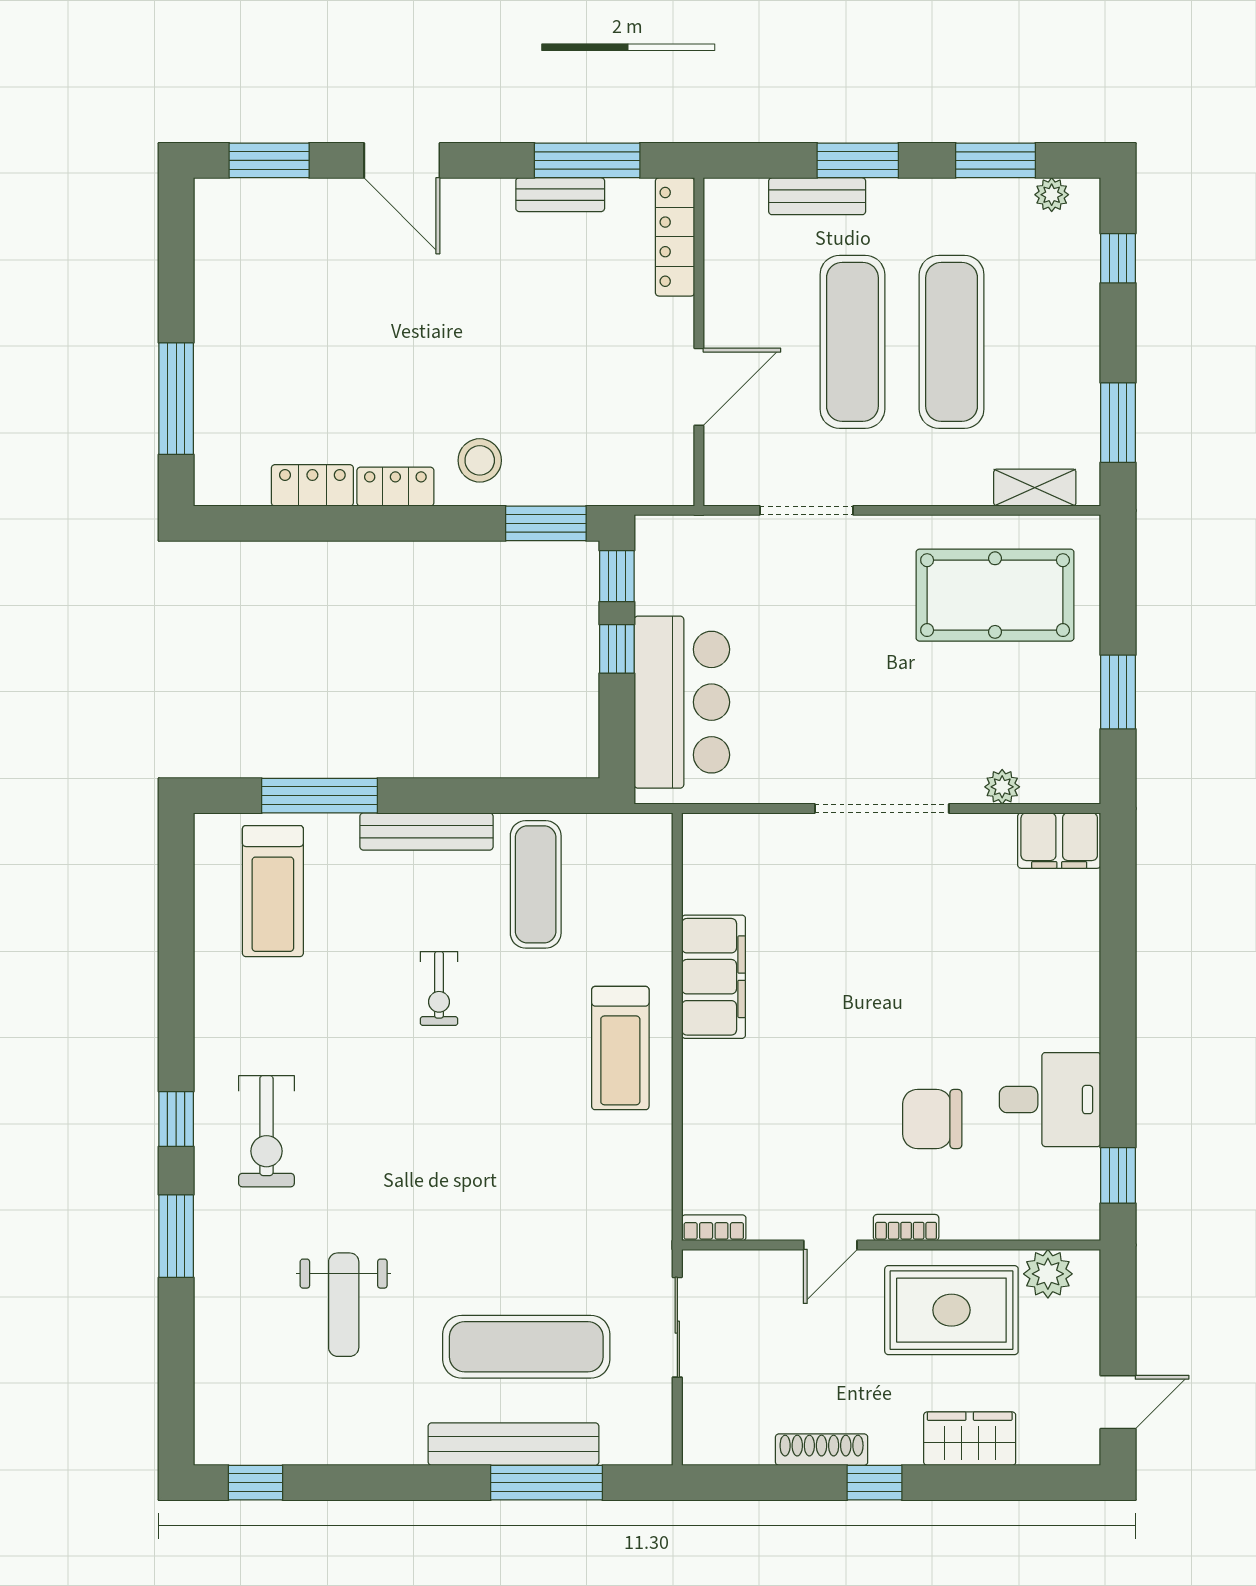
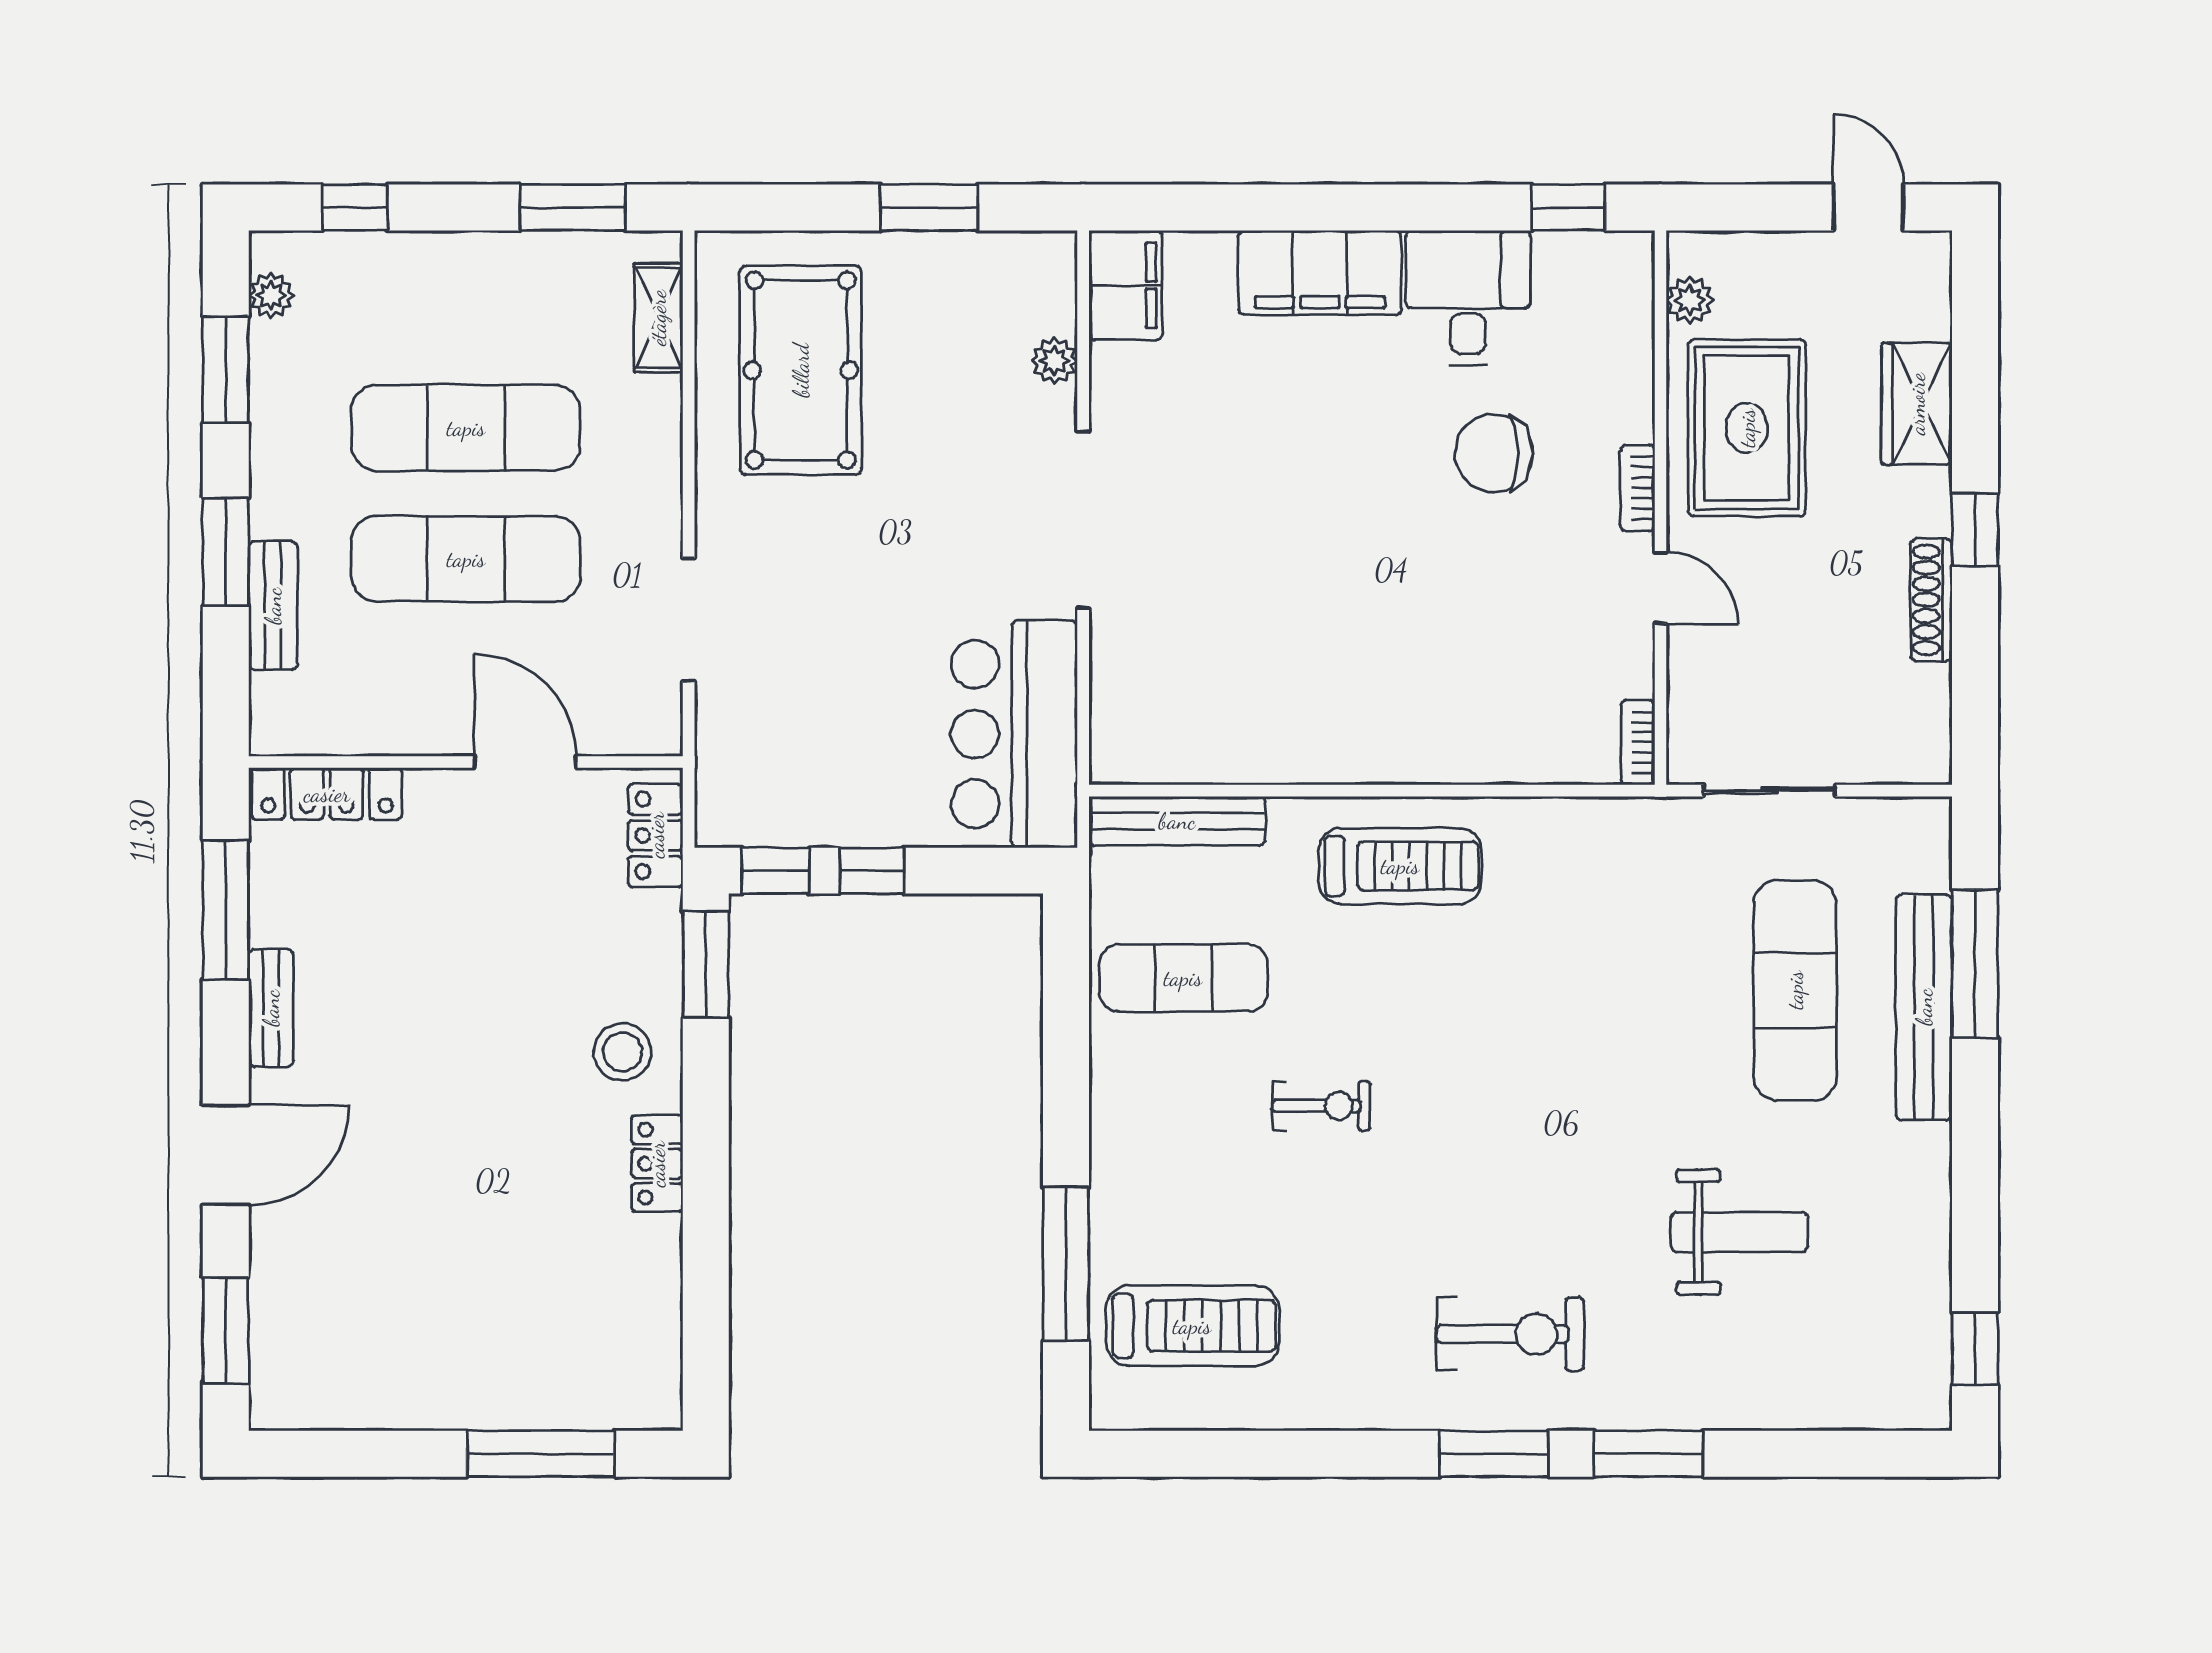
bench: (560, 195) -> (271, 1008), moved
locker: (312, 485) -> (656, 835), moved
bar counter: (682, 702) -> (1014, 734), moved, turned -90
bench: (426, 832) -> (1177, 821), moved, turned 90
filing cabinet: (714, 977) -> (1320, 273), moved, turned 180
window: (176, 1119) -> (1494, 1454), width x1.50
chair: (932, 1119) -> (1494, 453), turned 90
plant: (1048, 1274) -> (1690, 300), width x0.73, depth x0.73

